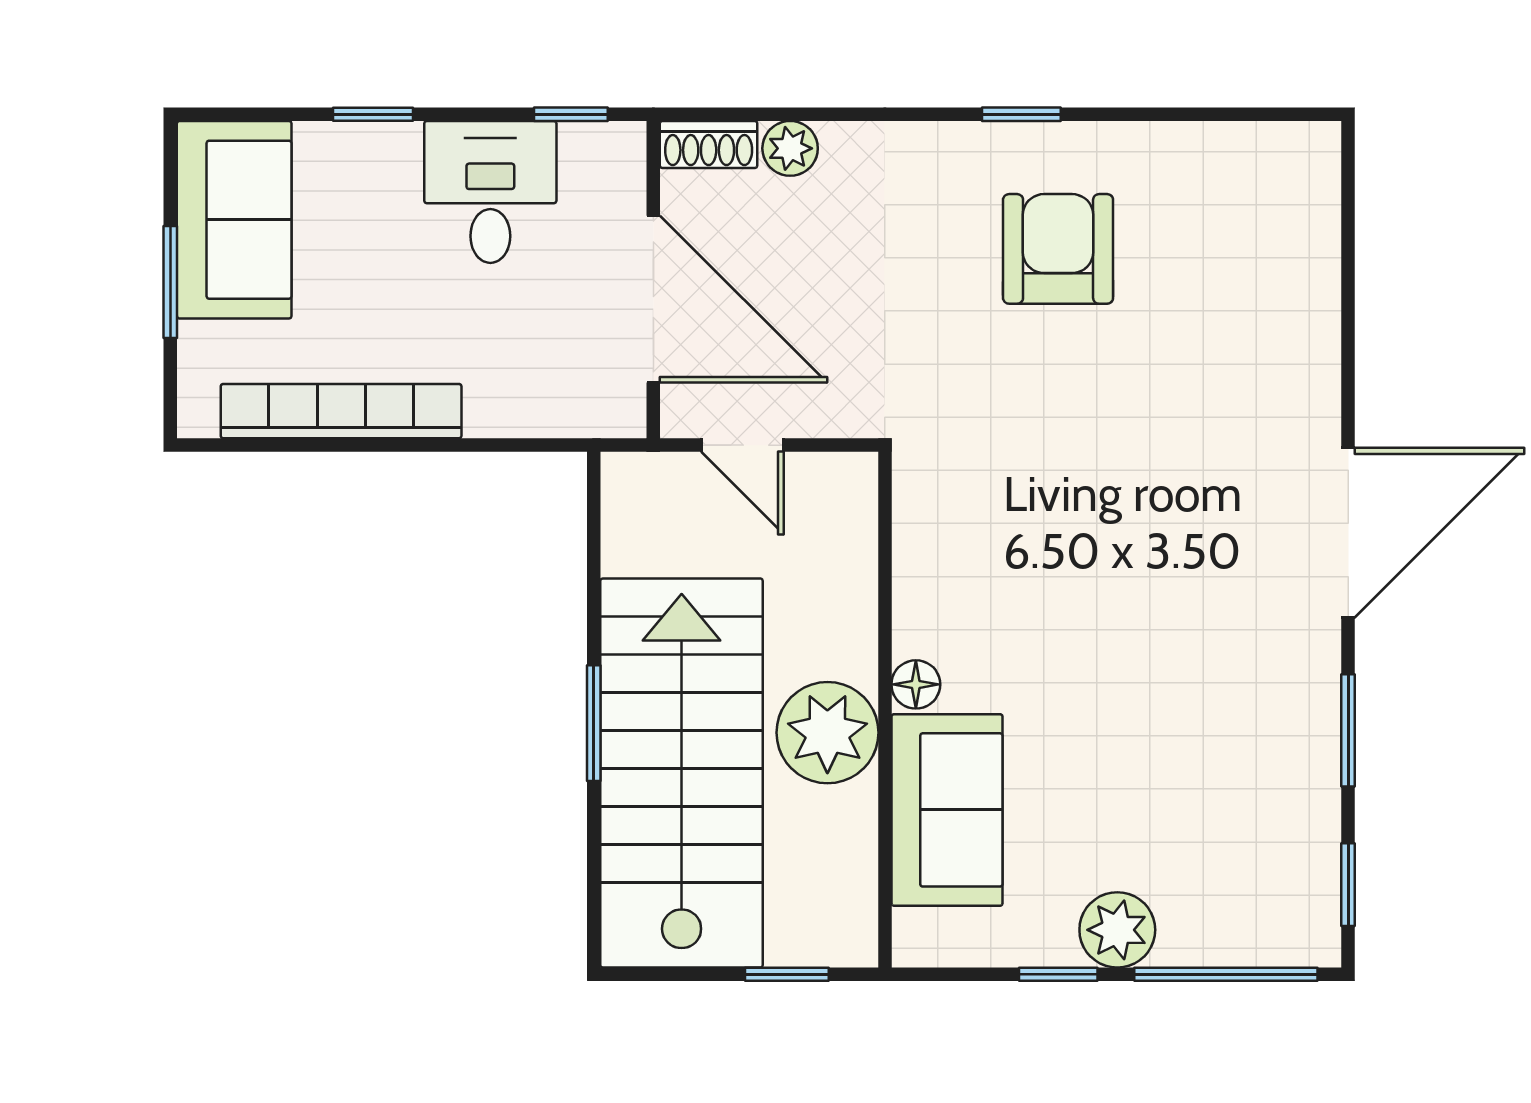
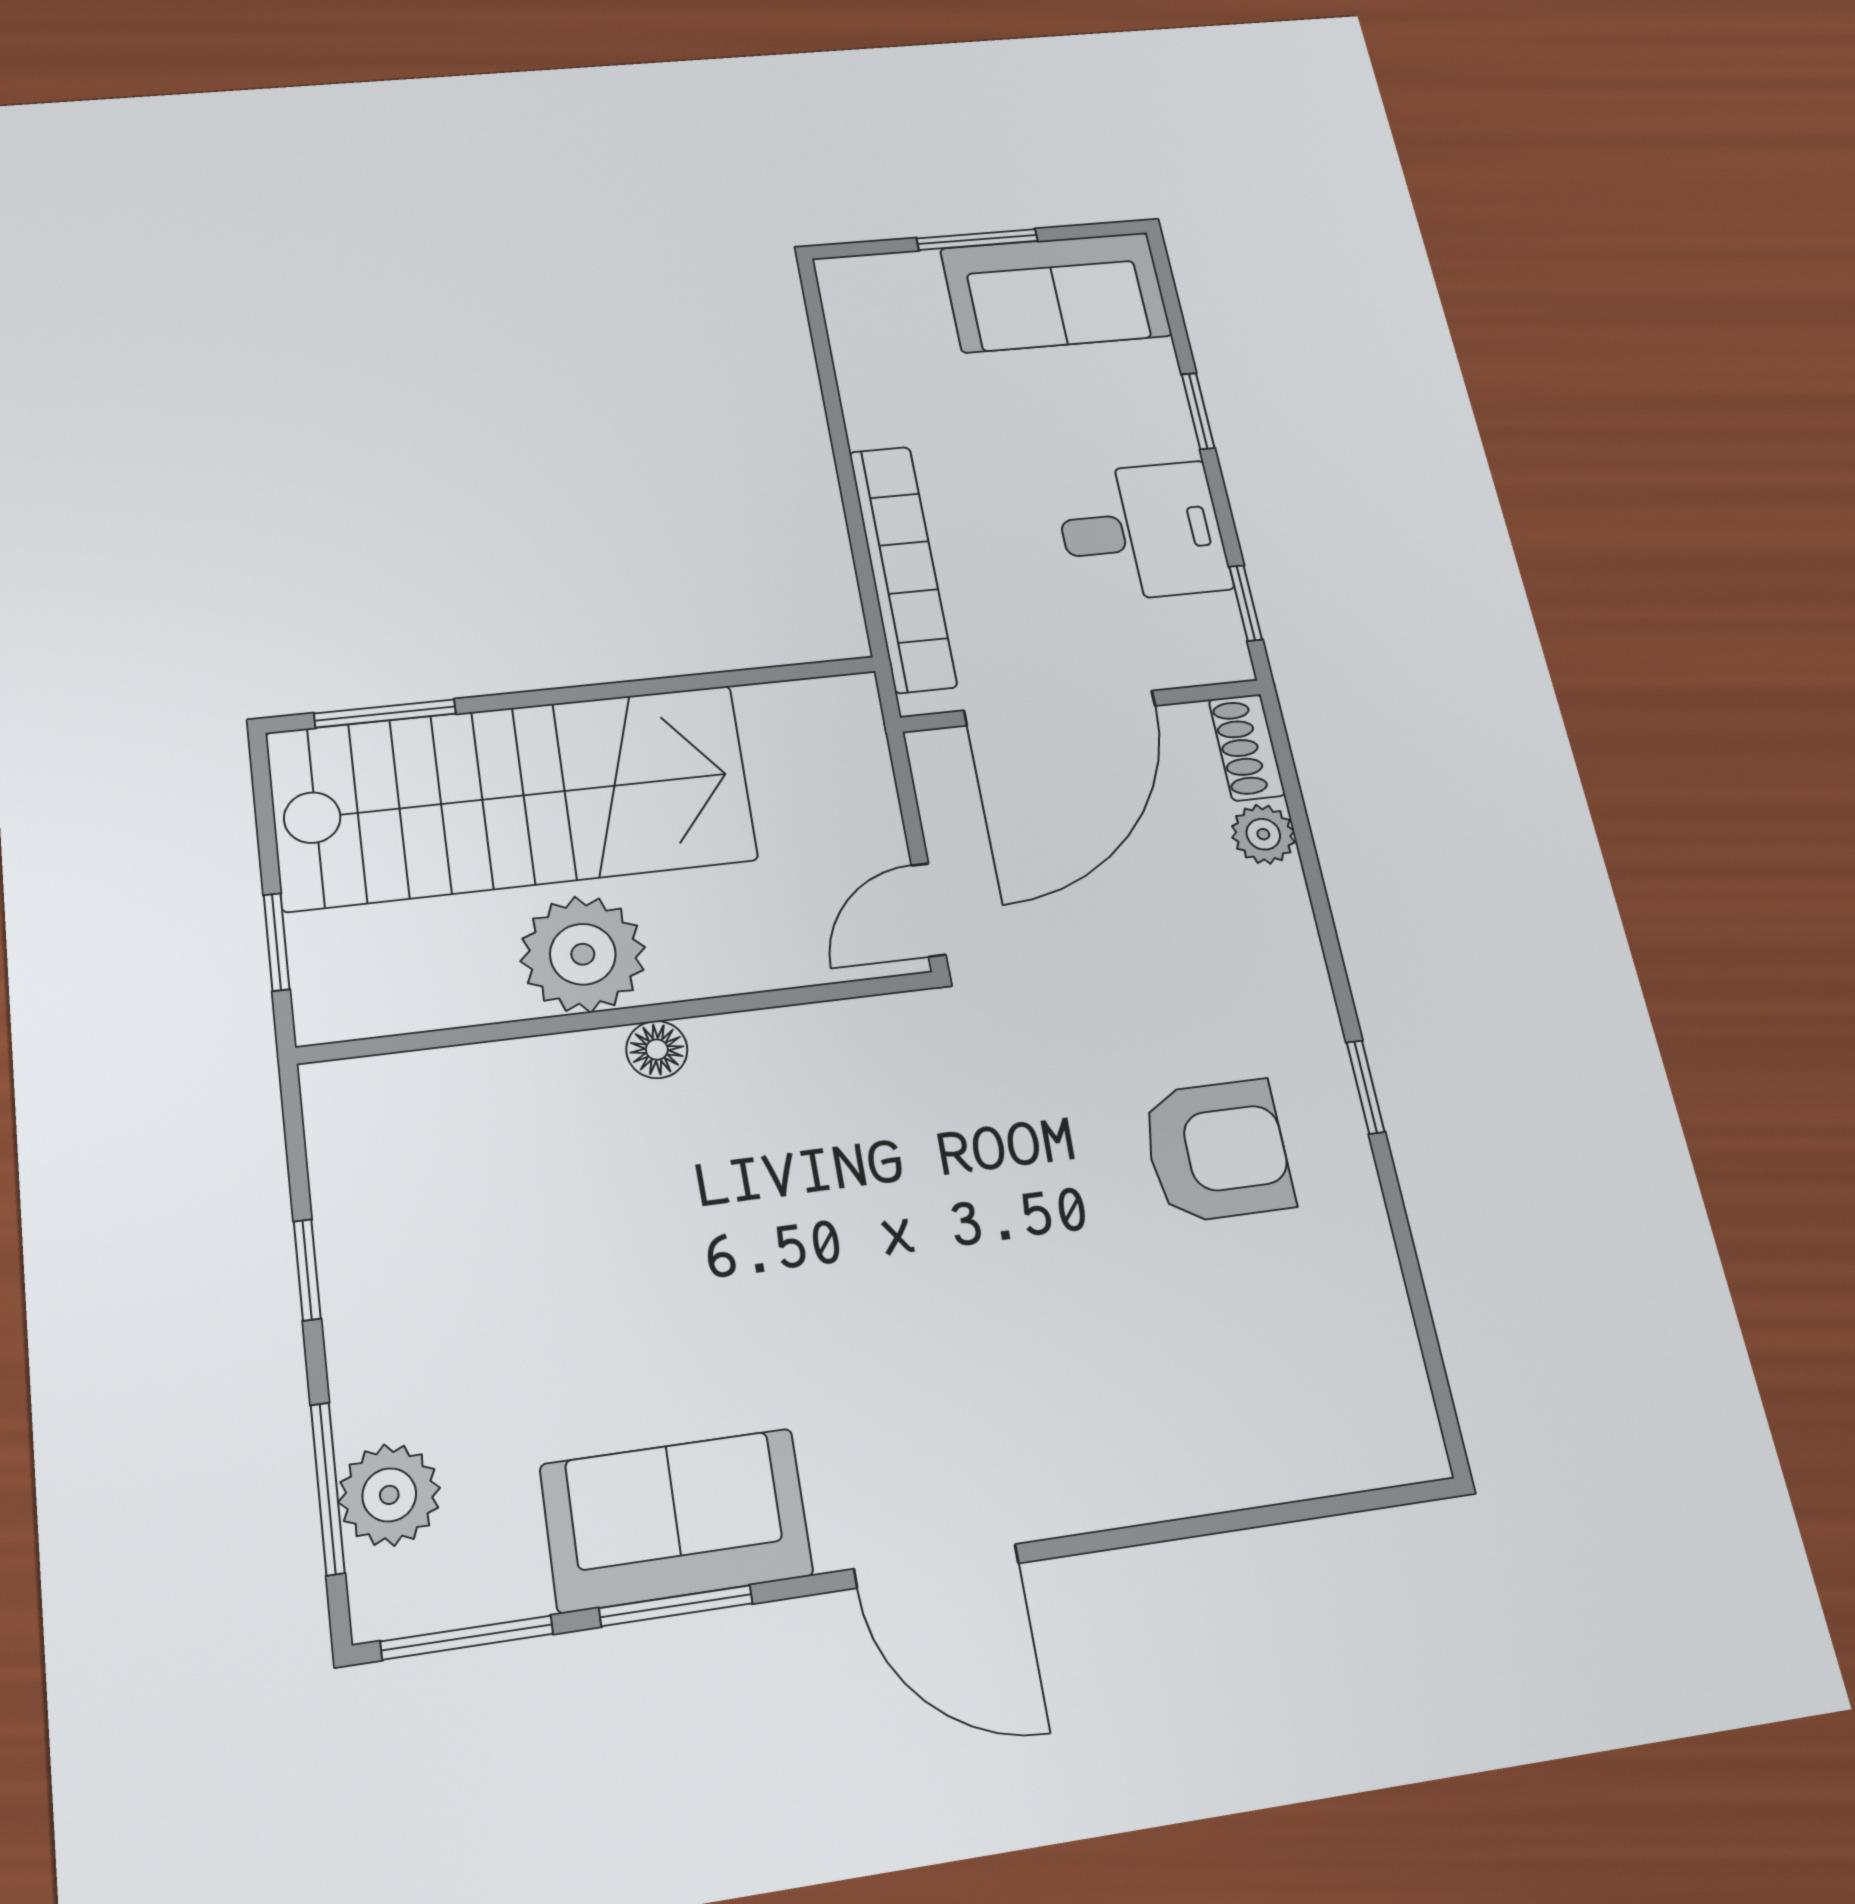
bookcase: (341, 411) -> (902, 568), moved
door: (742, 445) -> (929, 910), moved
door: (1348, 533) -> (936, 1566), width x0.73
window: (594, 723) -> (385, 713), moved
sofa: (947, 810) -> (676, 1520), moved, turned 180
window: (1348, 885) -> (467, 1638), width x1.50
plant: (1117, 930) -> (389, 1495), moved
window: (1226, 974) -> (328, 1488), width x0.69

